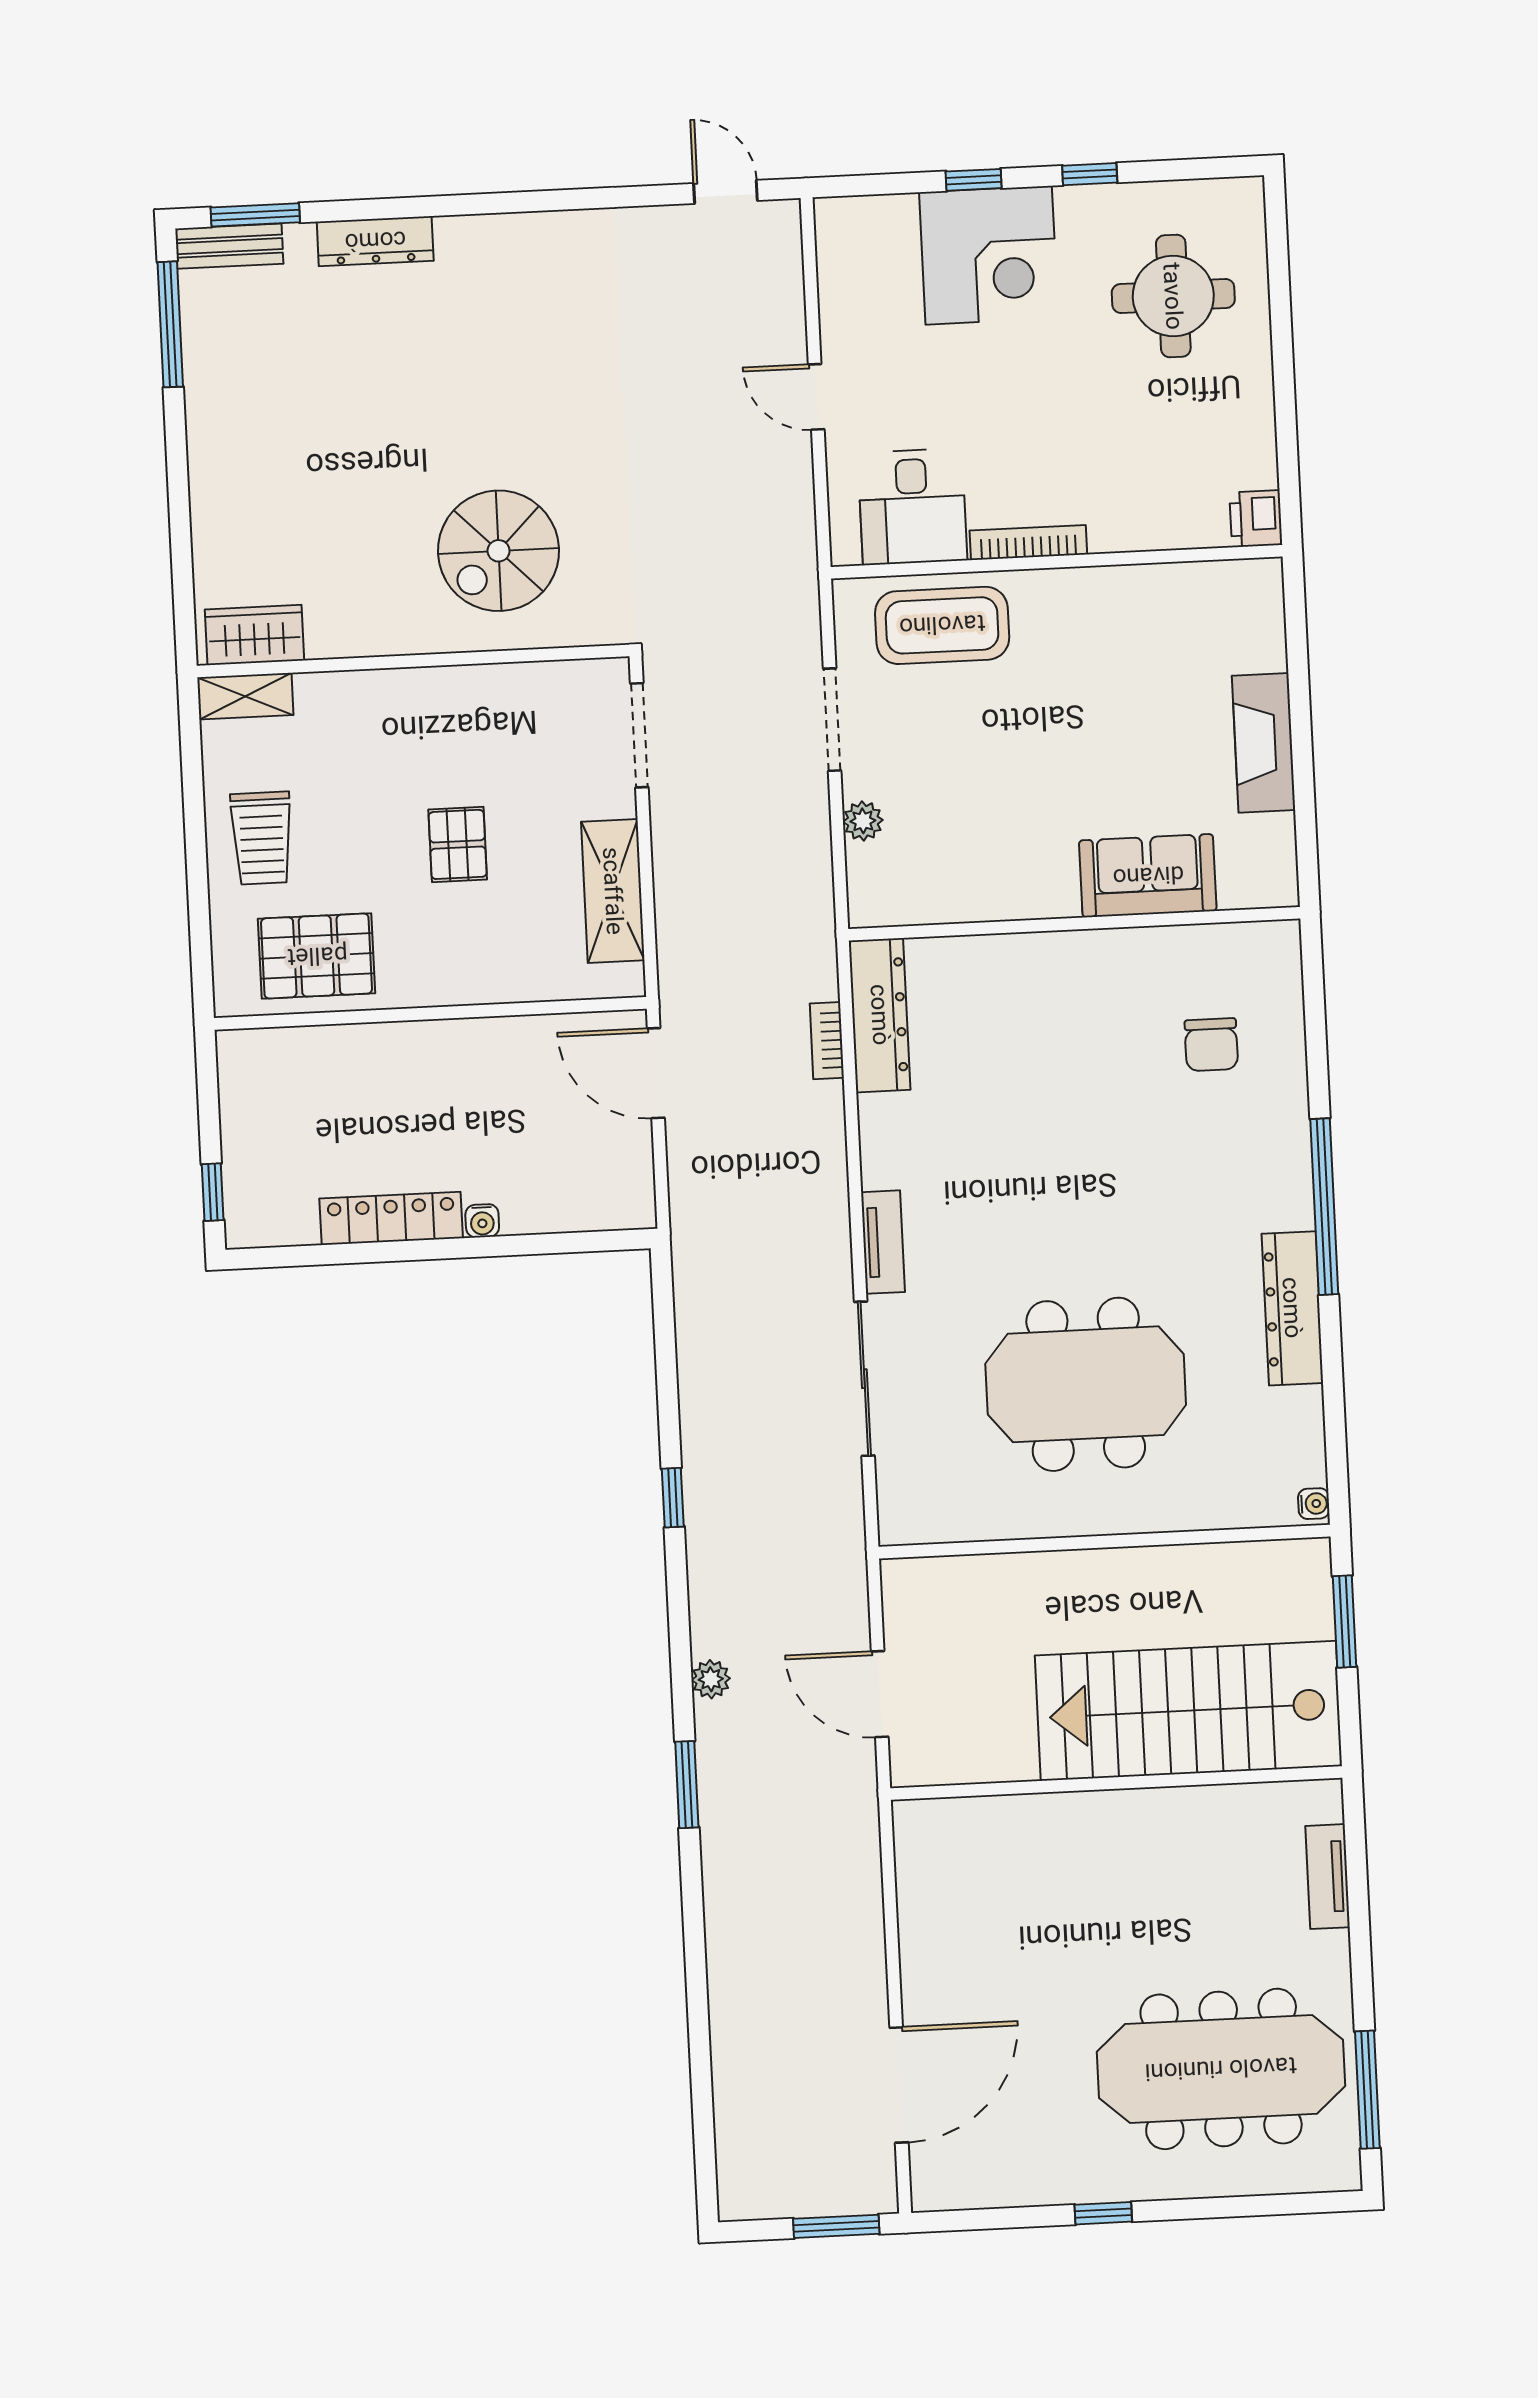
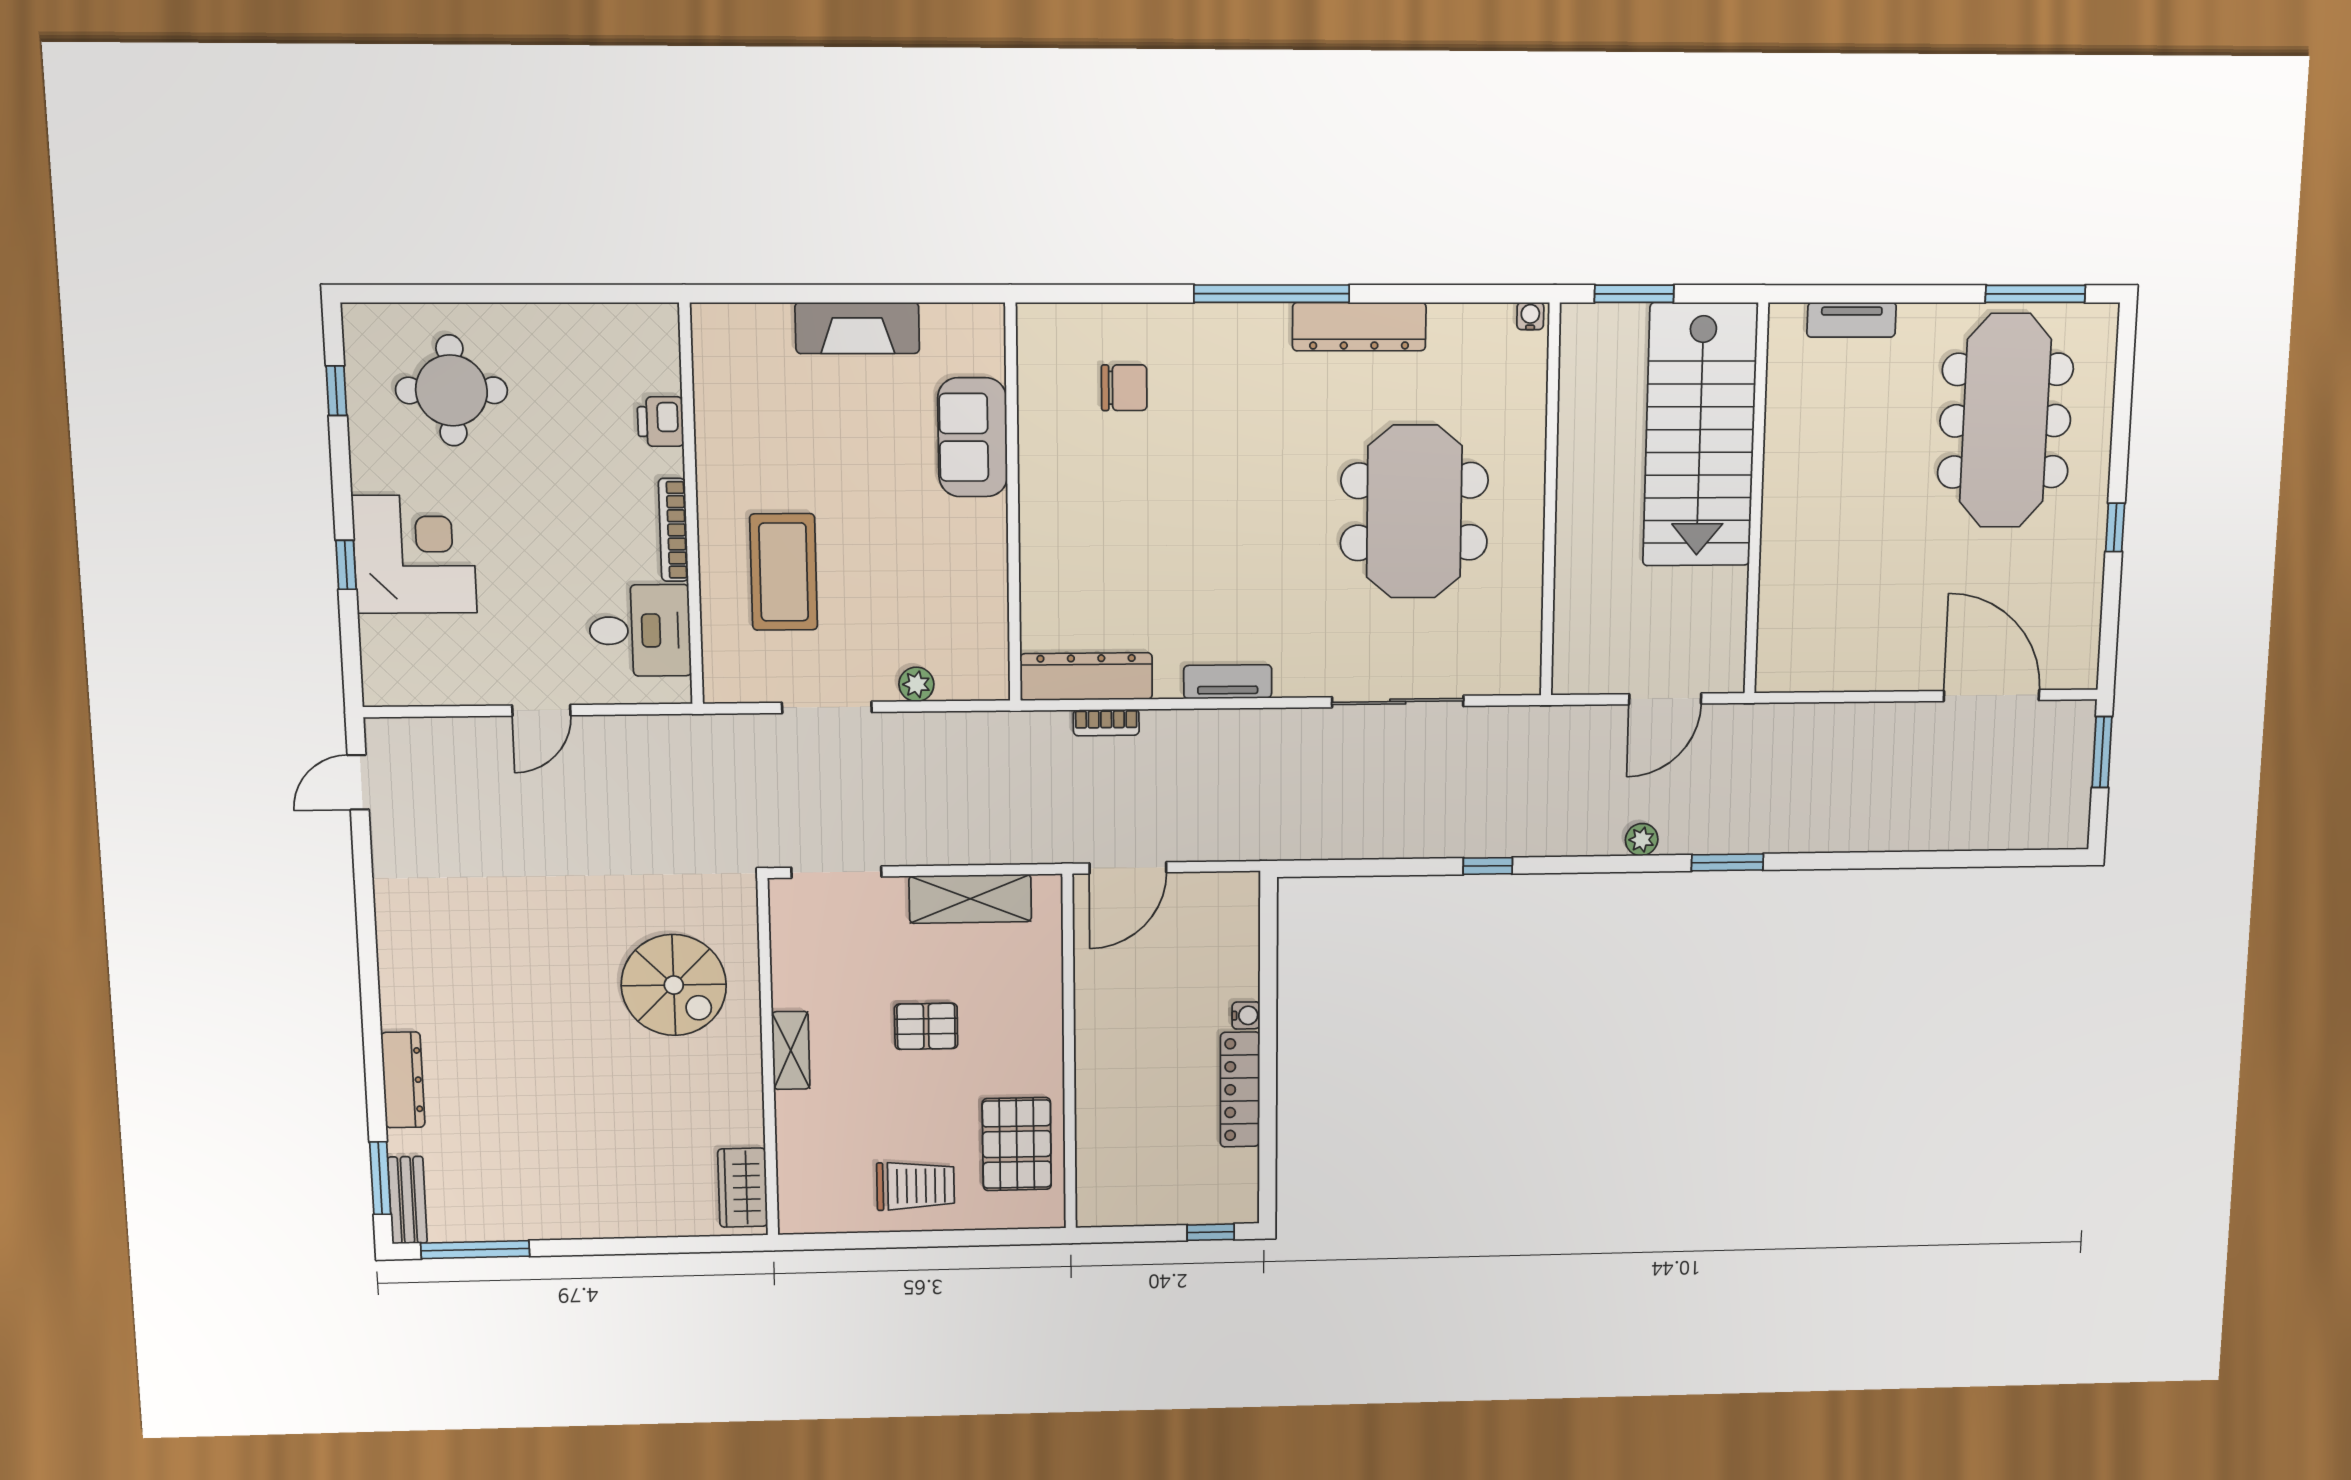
window: (1090, 174) -> (336, 391), moved
printer: (1256, 519) -> (660, 422), moved, turned 90
coffee table: (942, 625) -> (784, 572), moved
shelving: (245, 696) -> (791, 1050), moved
tv unit: (883, 1242) -> (1228, 682), moved

